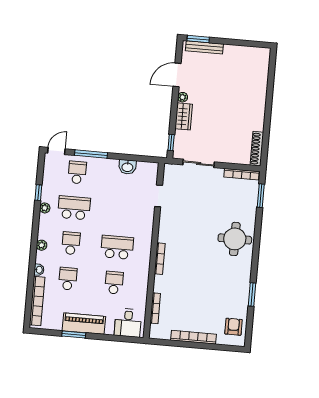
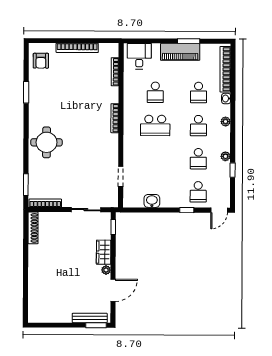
window: (91, 154) -> (187, 210), width x0.46
school desk: (74, 208) -> (198, 159), width x0.54

